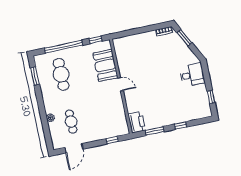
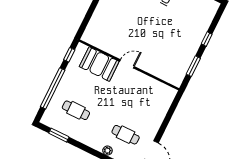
cafe table: (61, 74) -> (76, 110), width x0.73, depth x0.74
printer: (137, 122) -> (173, 76), removed
window: (112, 140) -> (171, 111), removed

